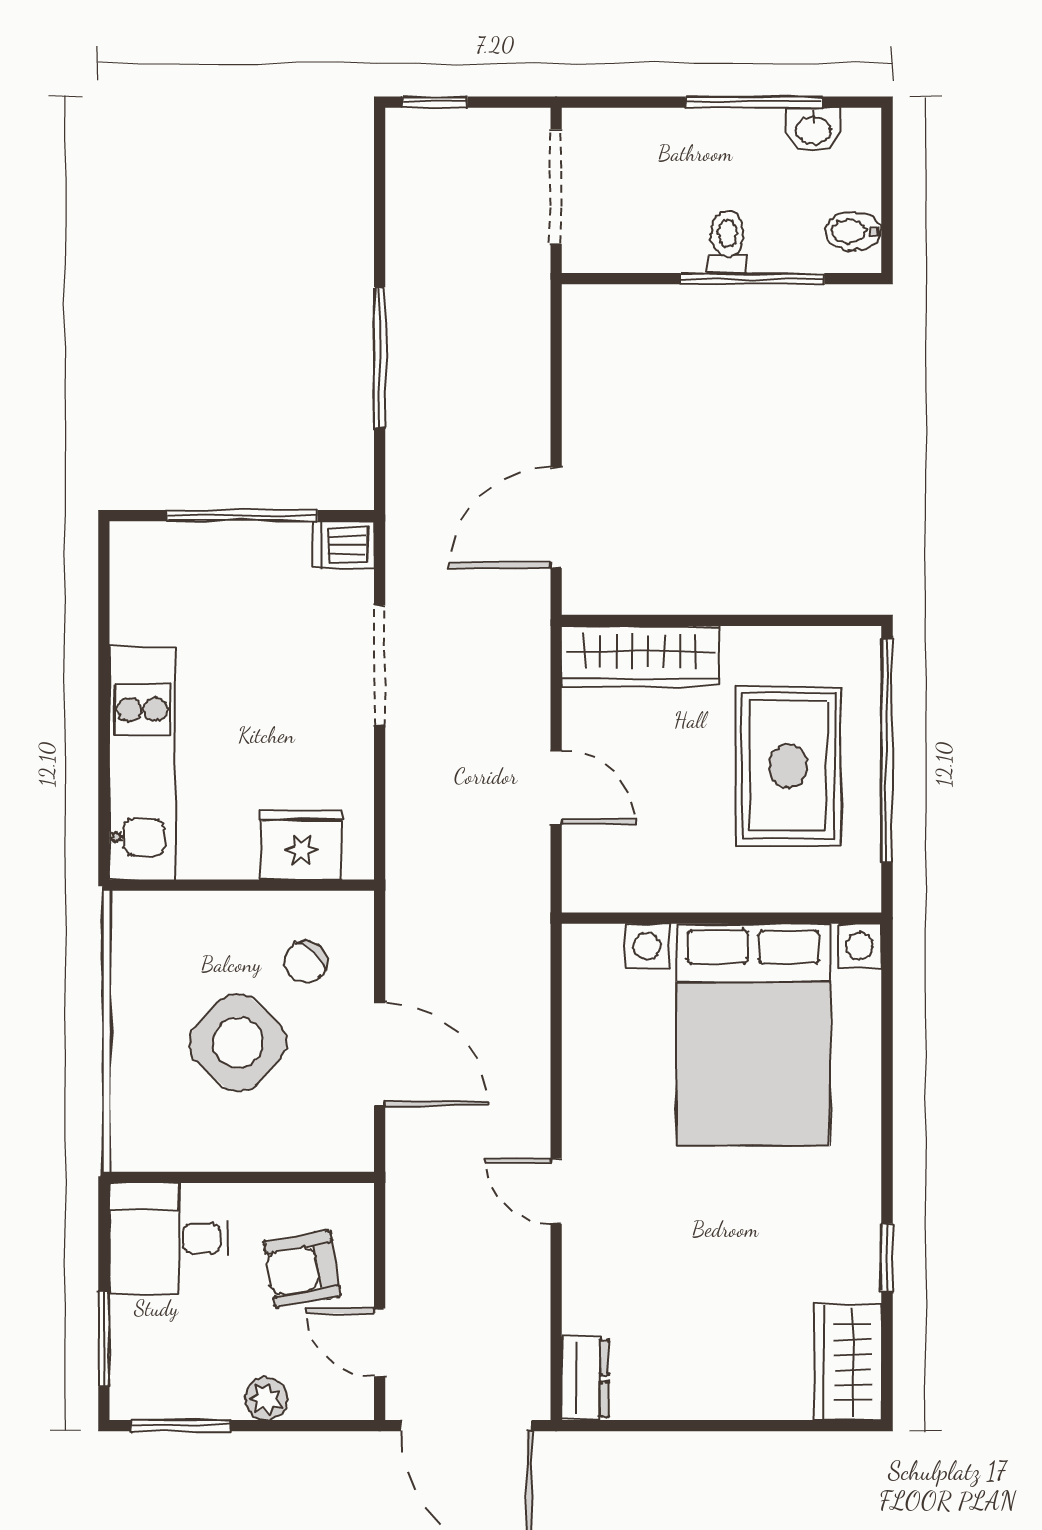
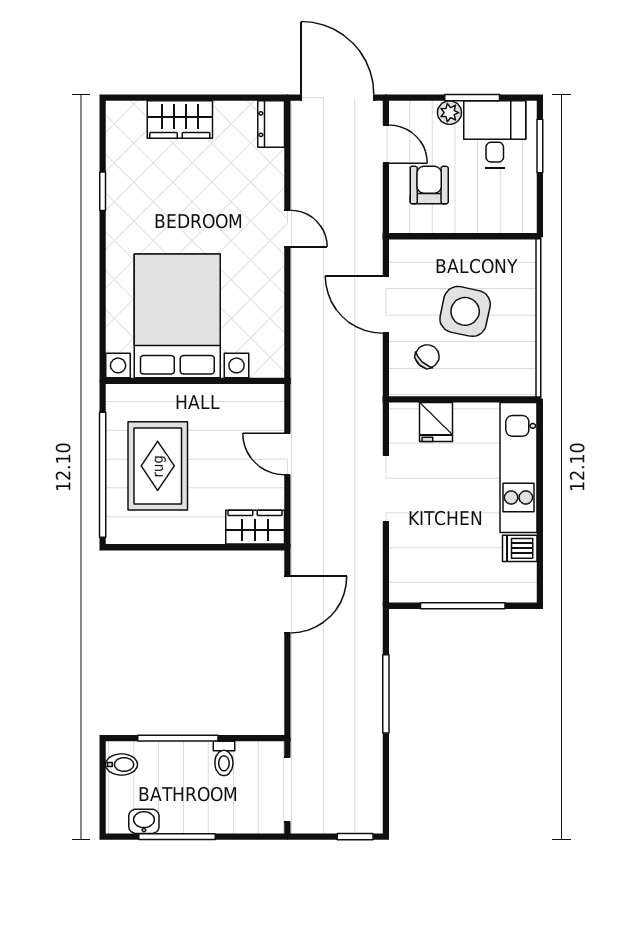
toilet: (727, 242) -> (224, 758), moved
dishwasher: (344, 545) -> (520, 548), moved, turned 180
wardrobe: (640, 656) -> (255, 527), width x0.67
doorway: (380, 665) -> (386, 489), moved
fridge: (301, 844) -> (436, 422), width x0.72
side table: (238, 1043) -> (465, 311), turned -30
desk: (169, 1238) -> (495, 134), moved, turned -90
armchair: (302, 1269) -> (429, 185), turned -80
wardrobe: (848, 1362) -> (180, 120), moved, turned 90
window: (180, 1426) -> (472, 98), moved

